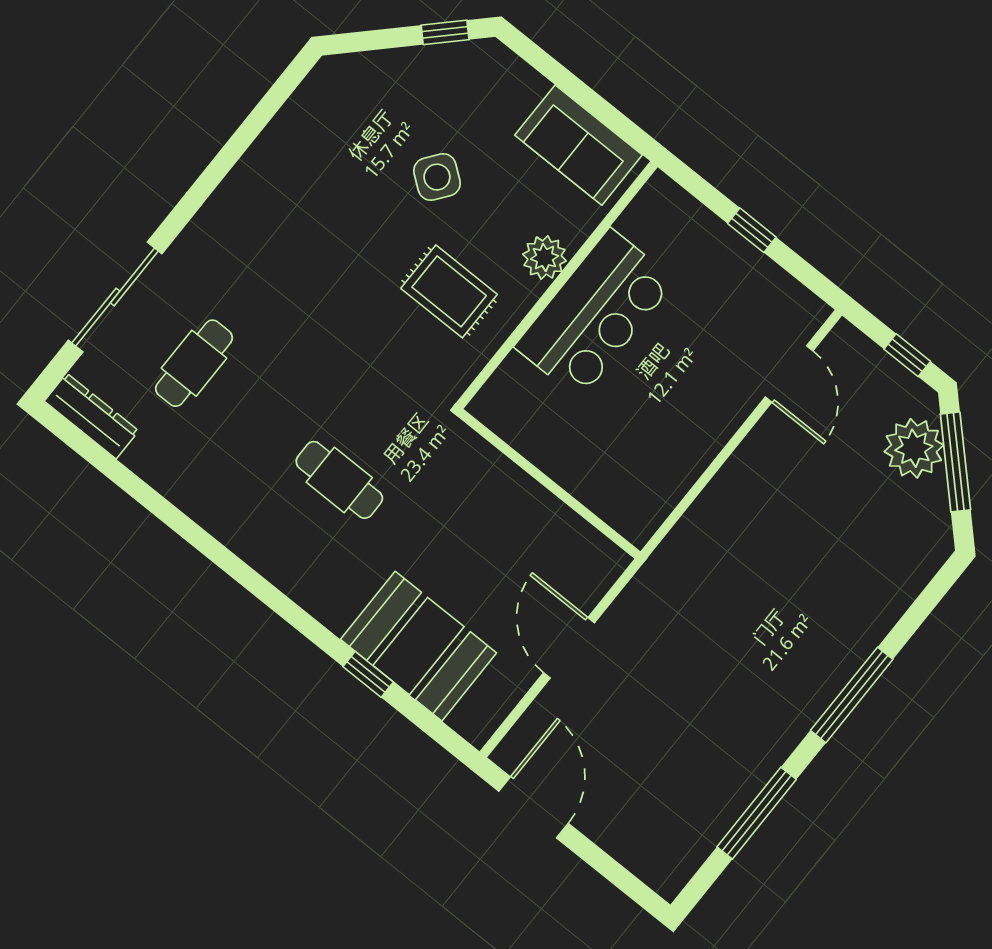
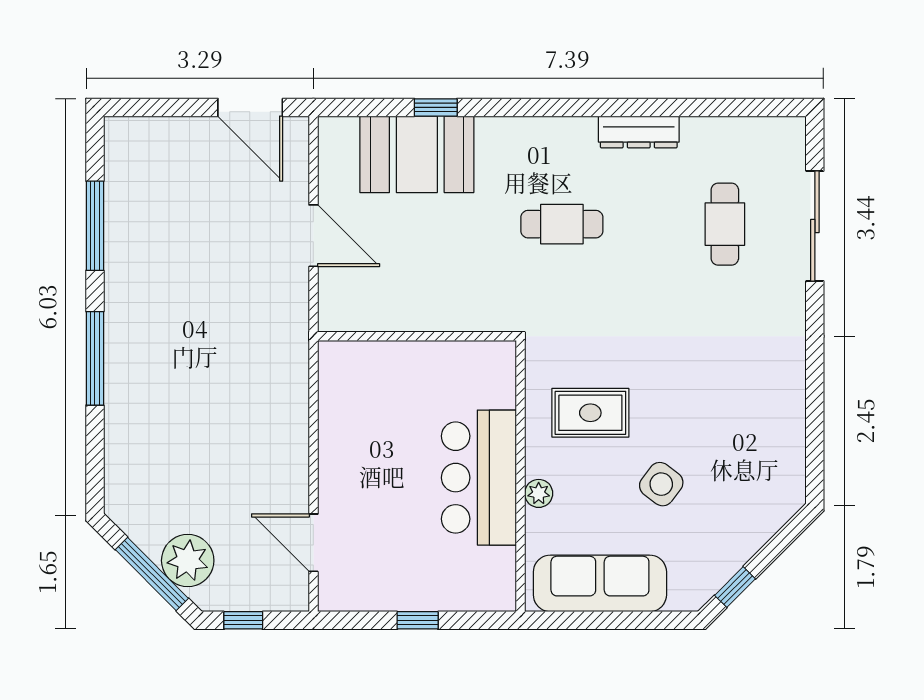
sofa: (578, 145) -> (600, 583), width x1.36
plant: (544, 258) -> (539, 493), width x0.73, depth x0.73
dresser: (91, 416) -> (639, 132), moved

